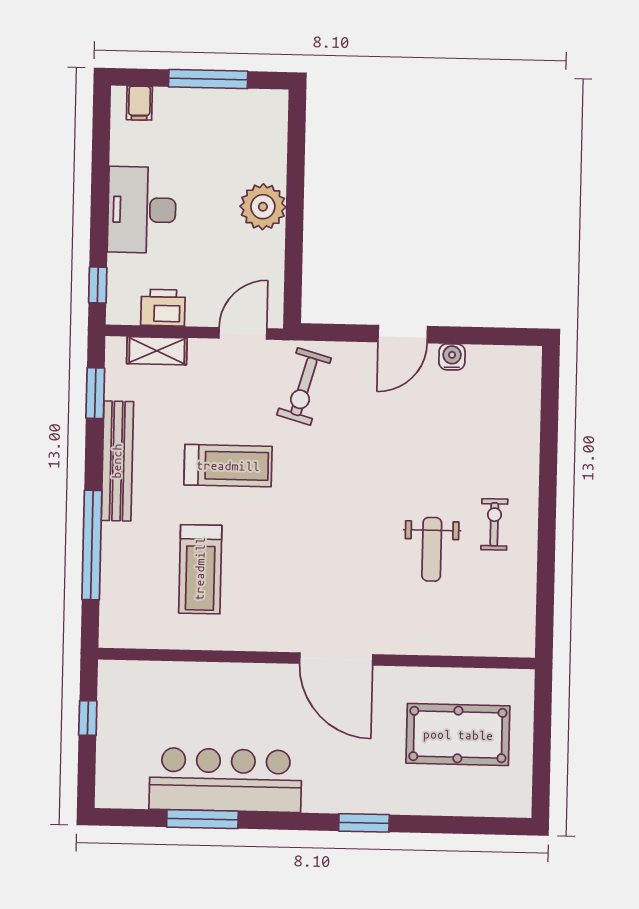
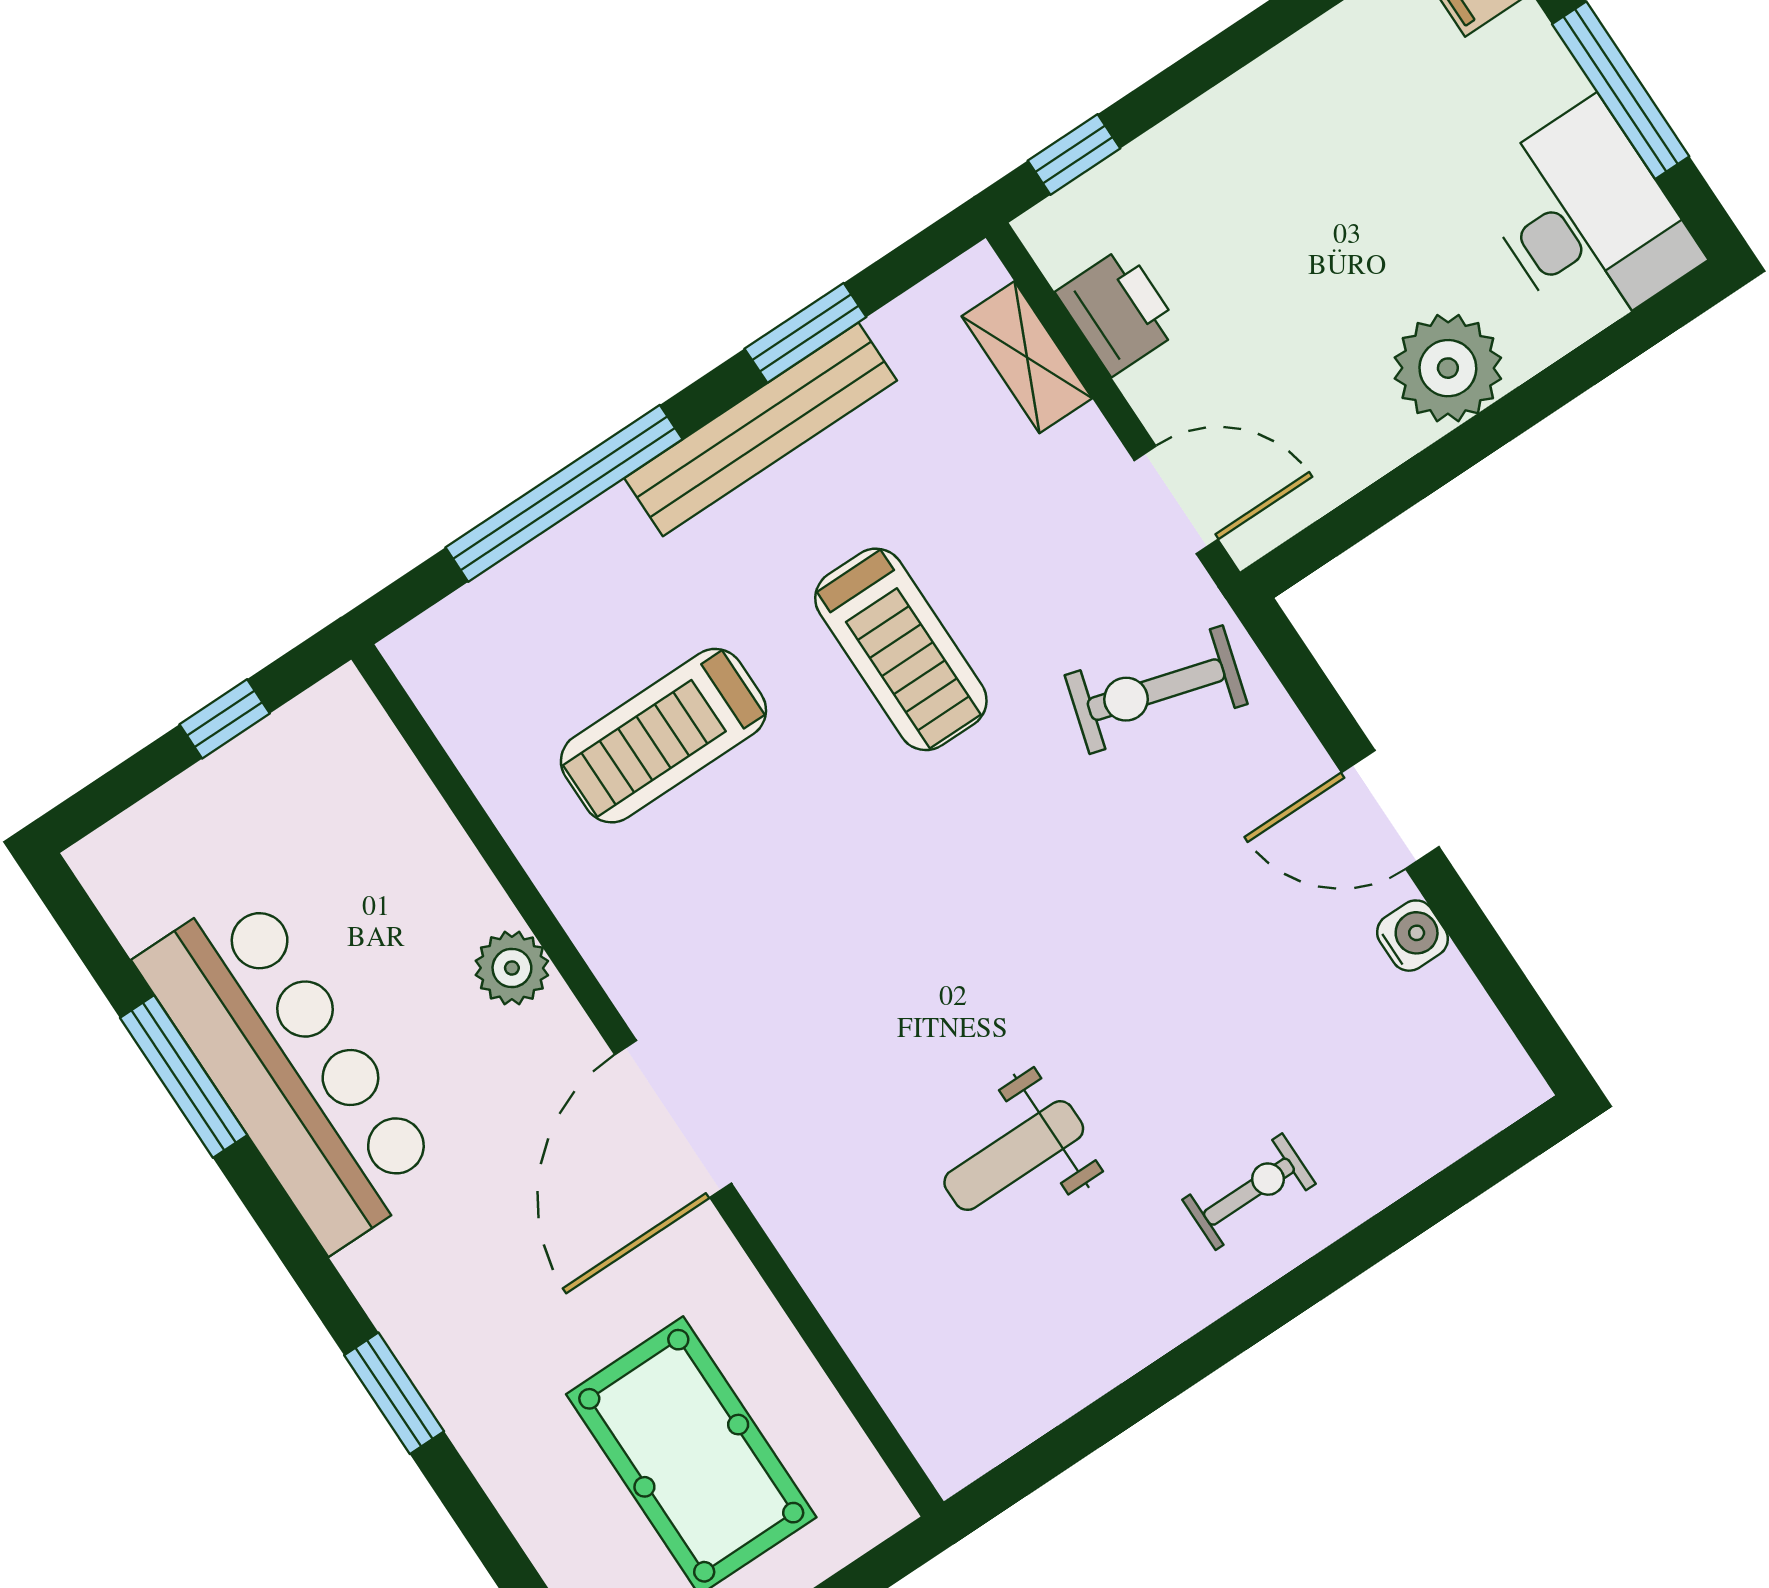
desk: (142, 210) -> (1587, 220), moved, turned 90
window: (95, 393) -> (805, 333), moved
exercise bike: (494, 524) -> (1249, 1192), moved
plant: (244, 678) -> (512, 968), added

